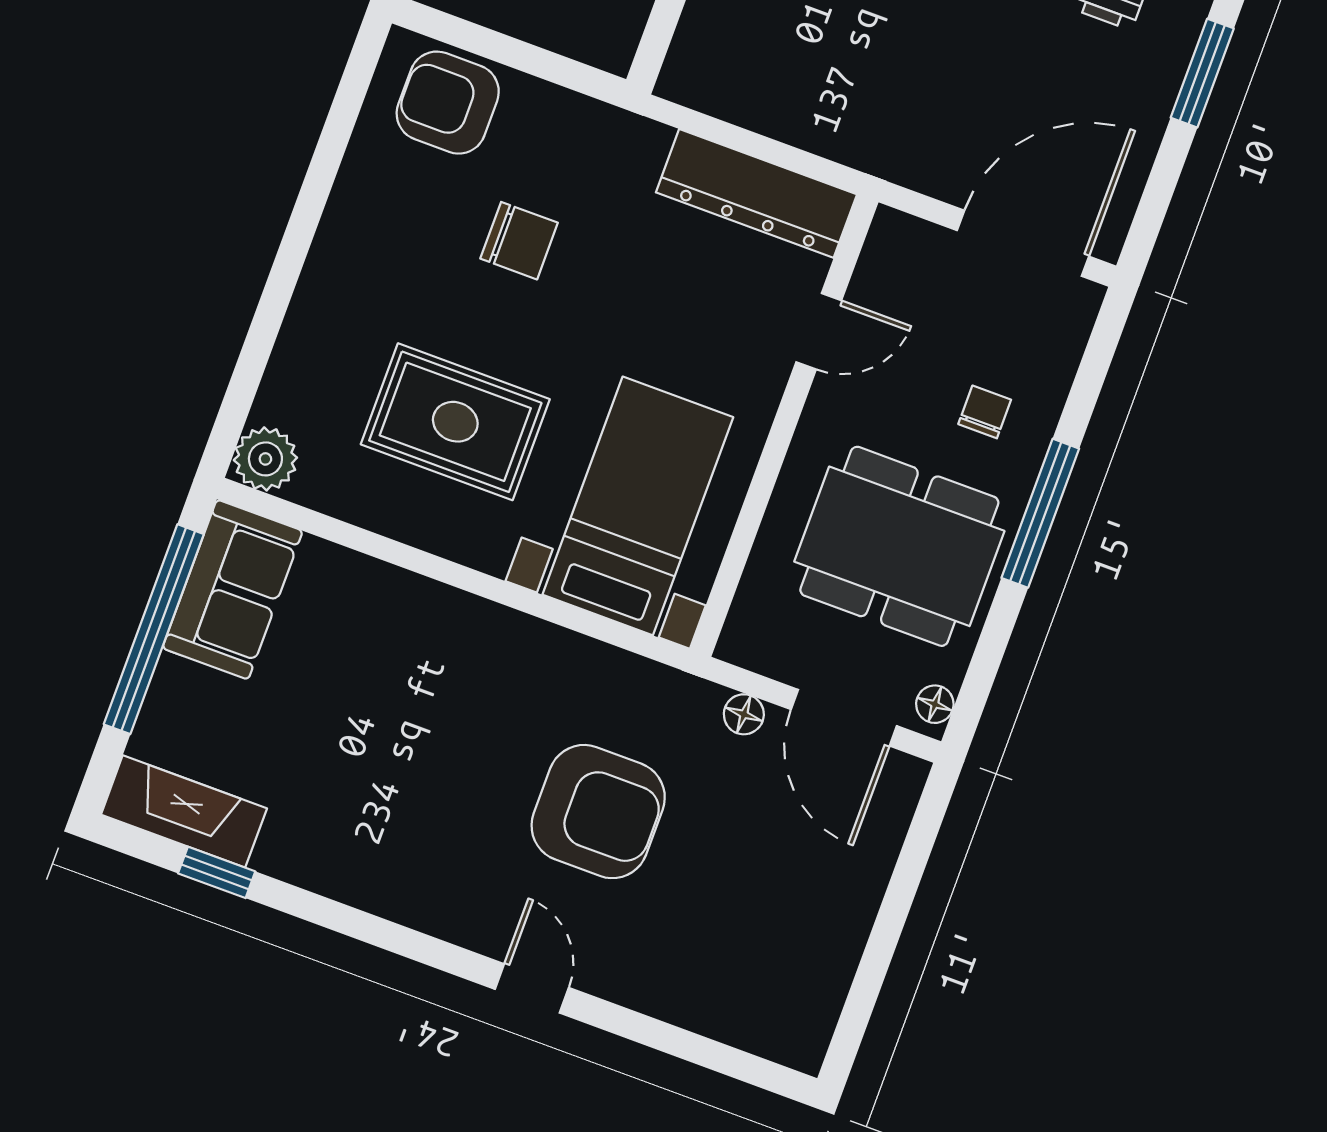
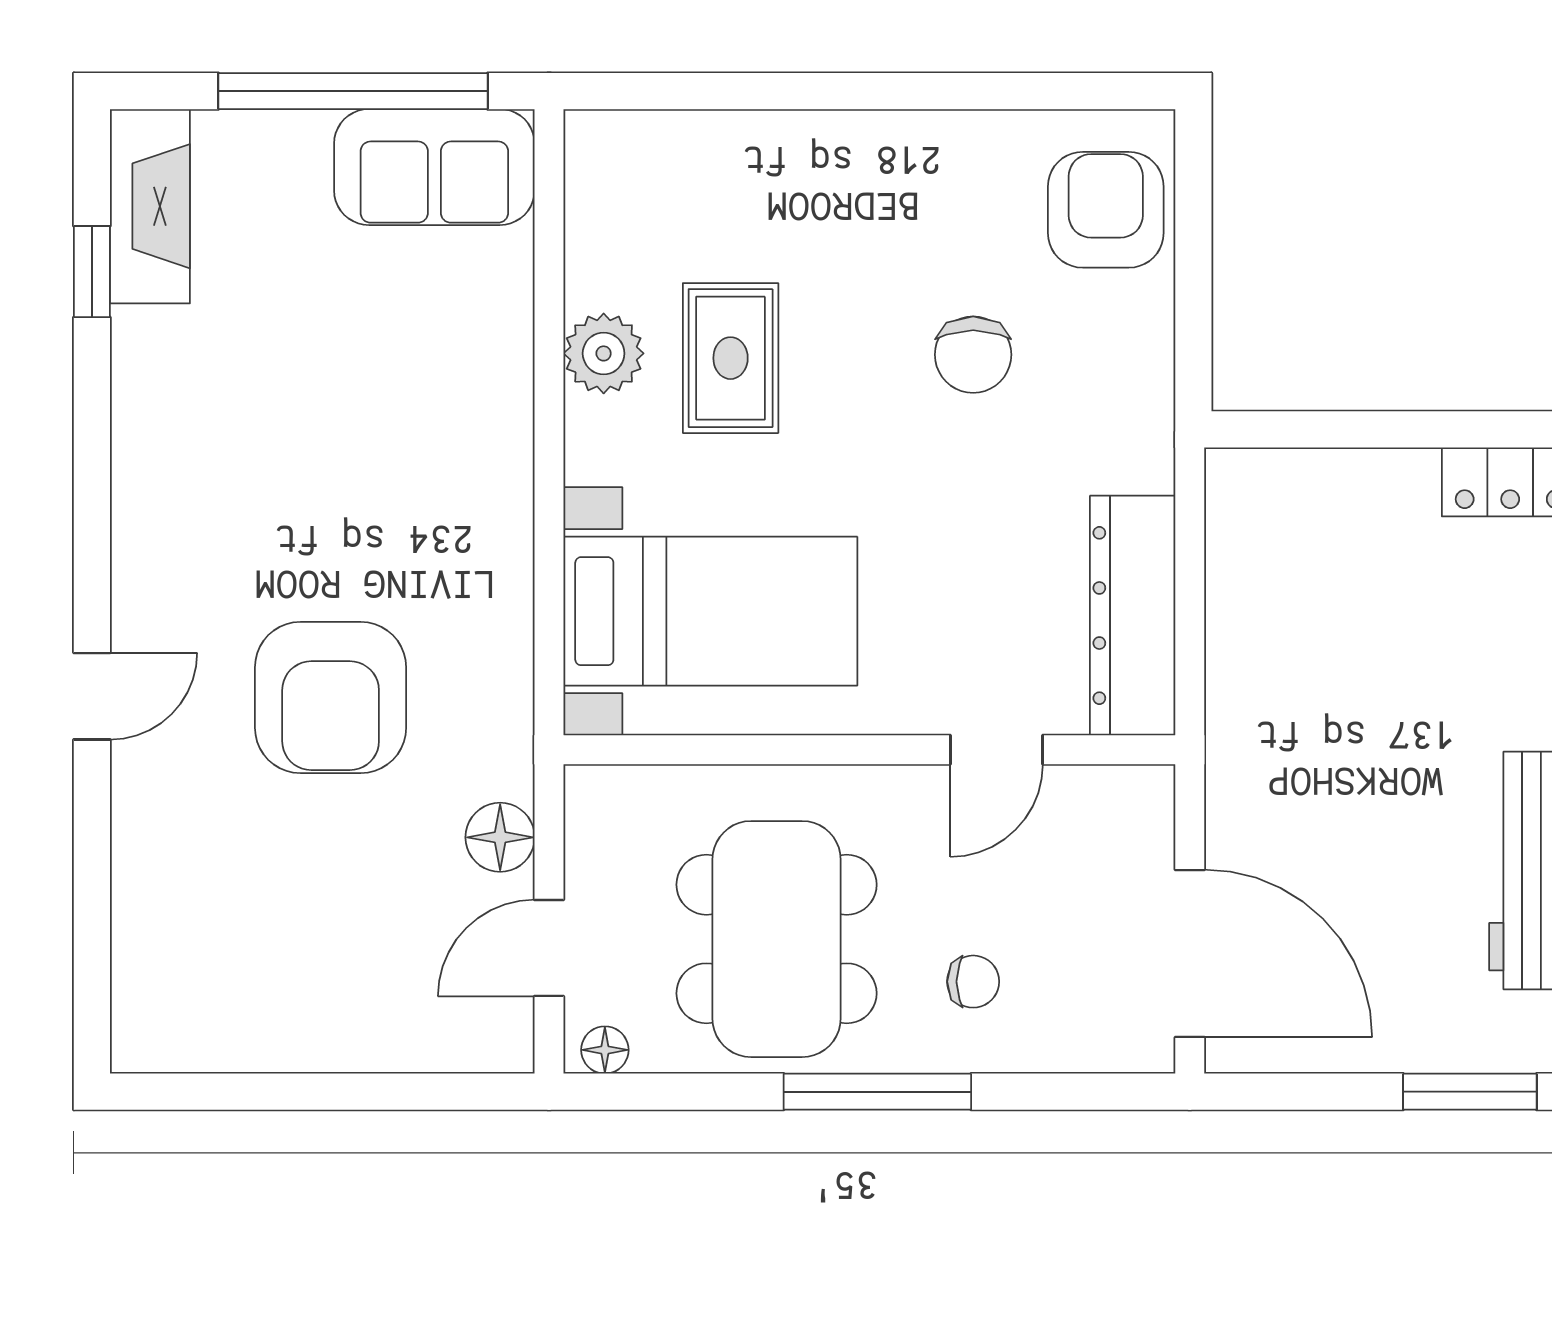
door: (819, 331) -> (996, 750), hinge flipped
rug: (455, 422) -> (731, 358), width x0.73, depth x0.70
plant: (265, 459) -> (604, 353), moved
floor lamp: (744, 714) -> (500, 837), width x1.37, depth x1.37
door: (844, 718) -> (549, 948), width x0.73

